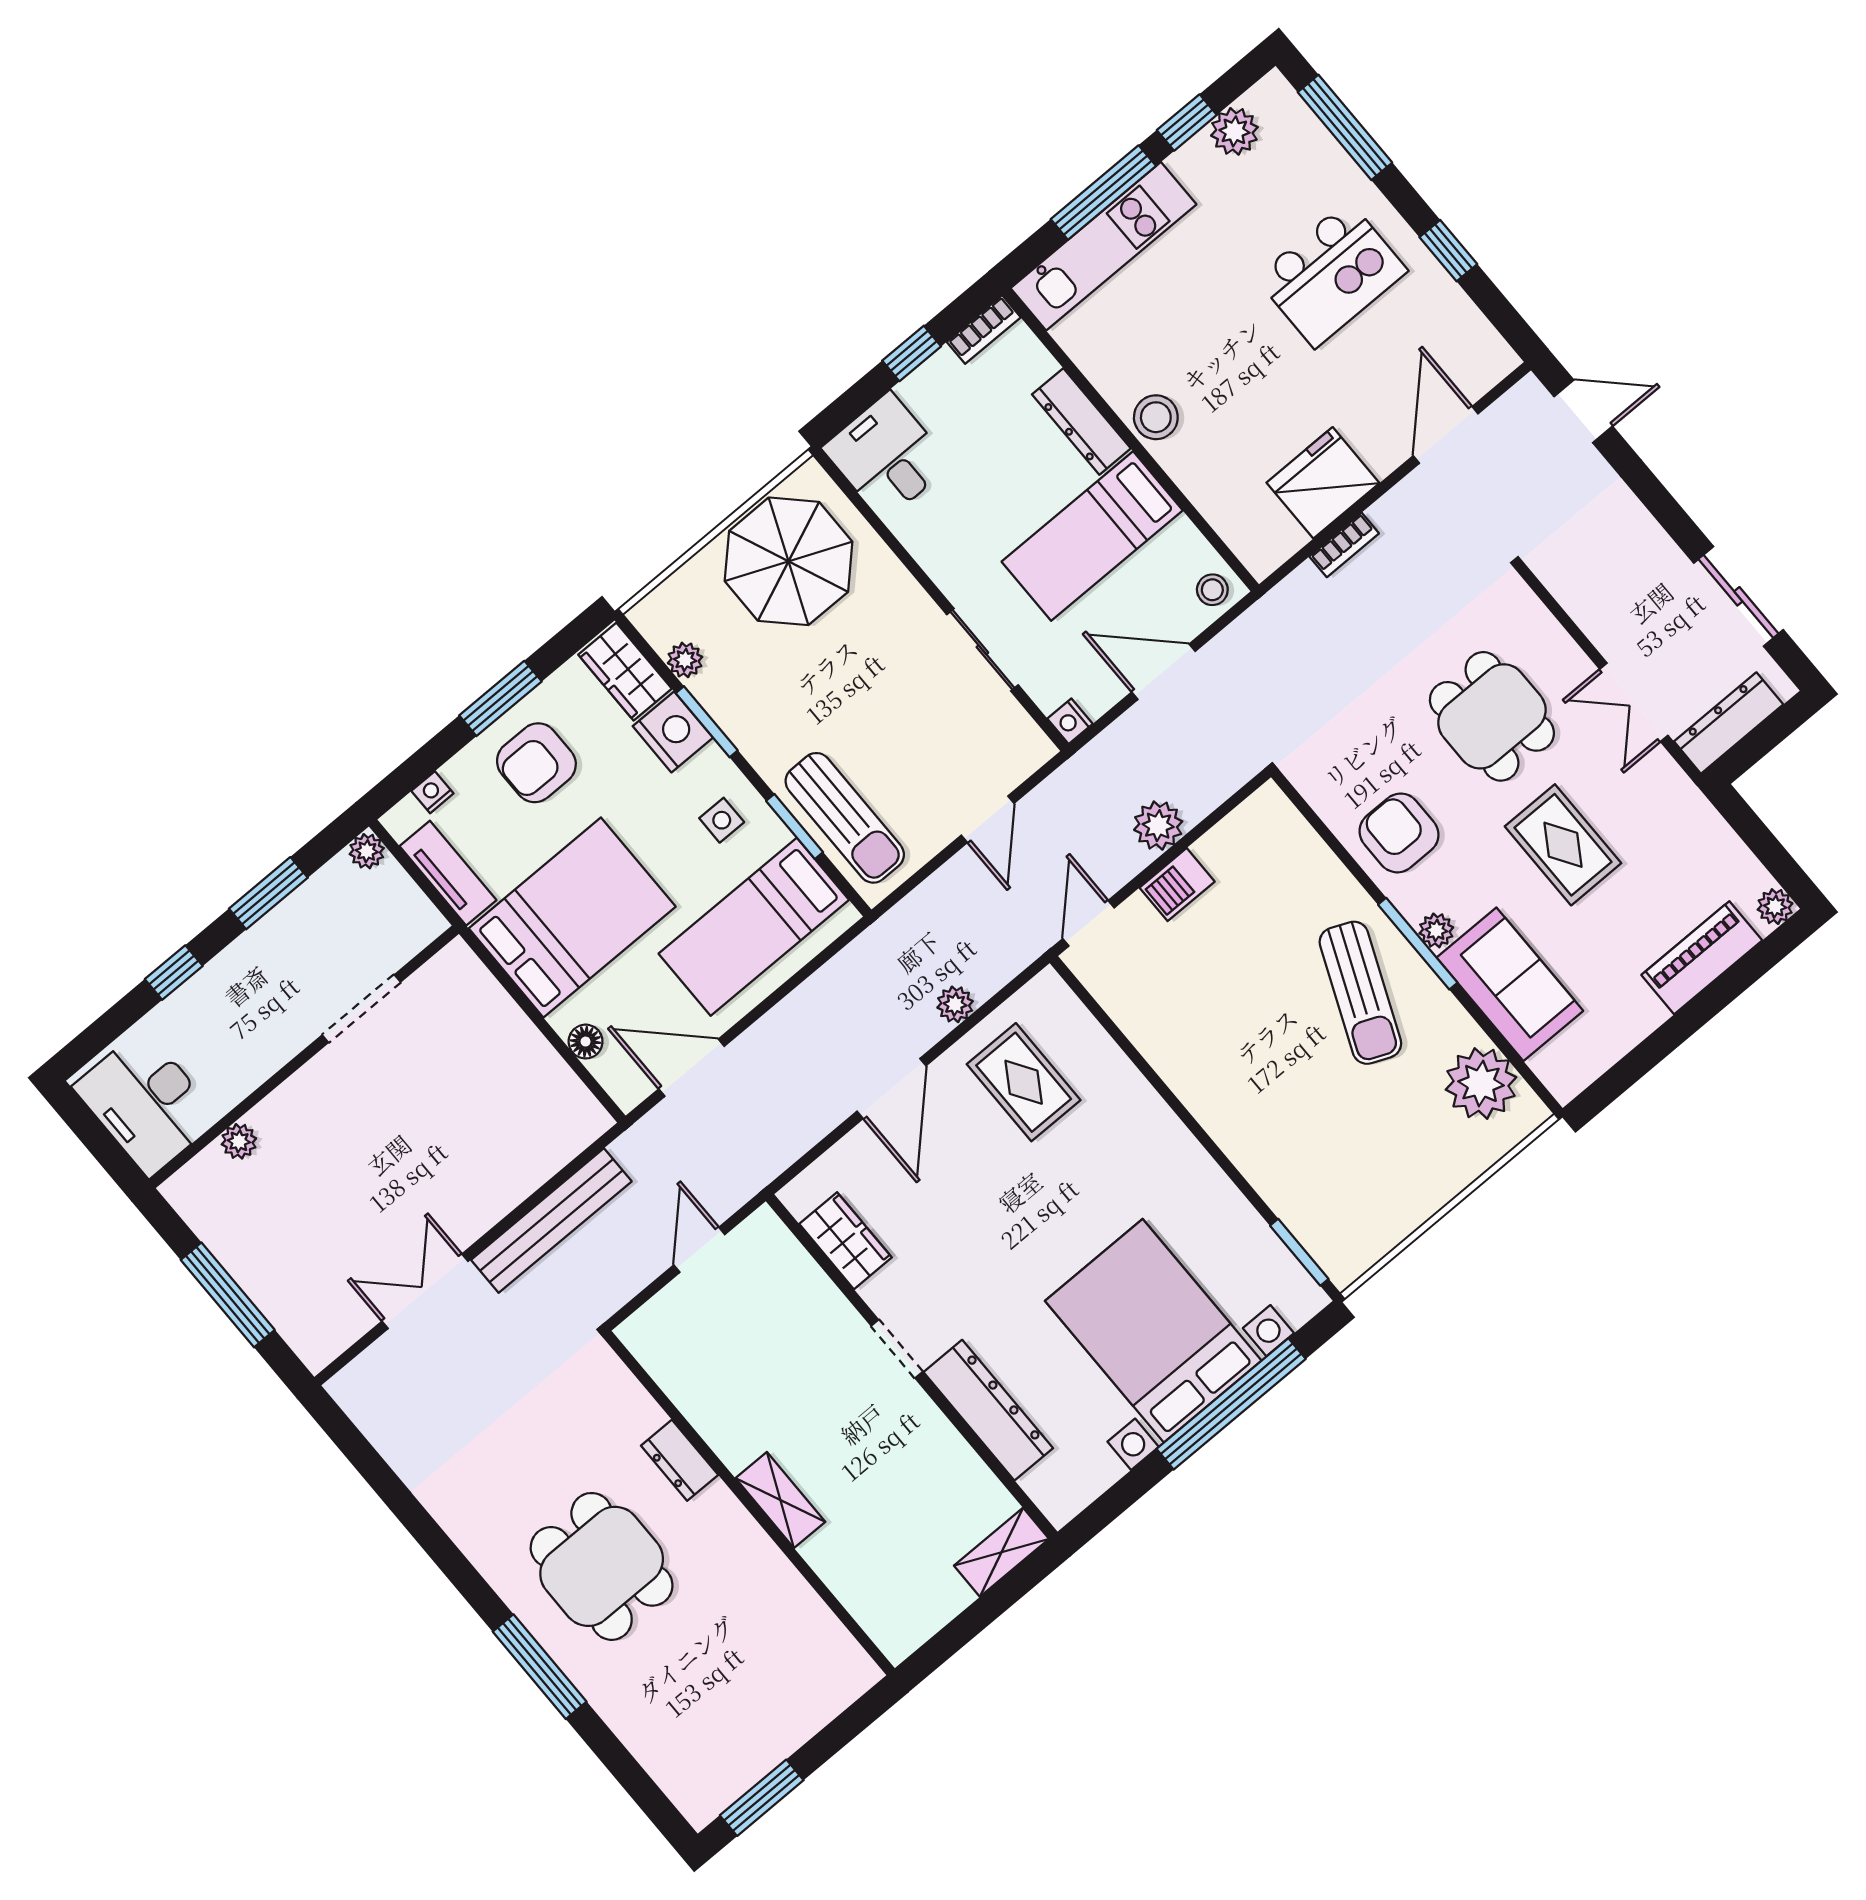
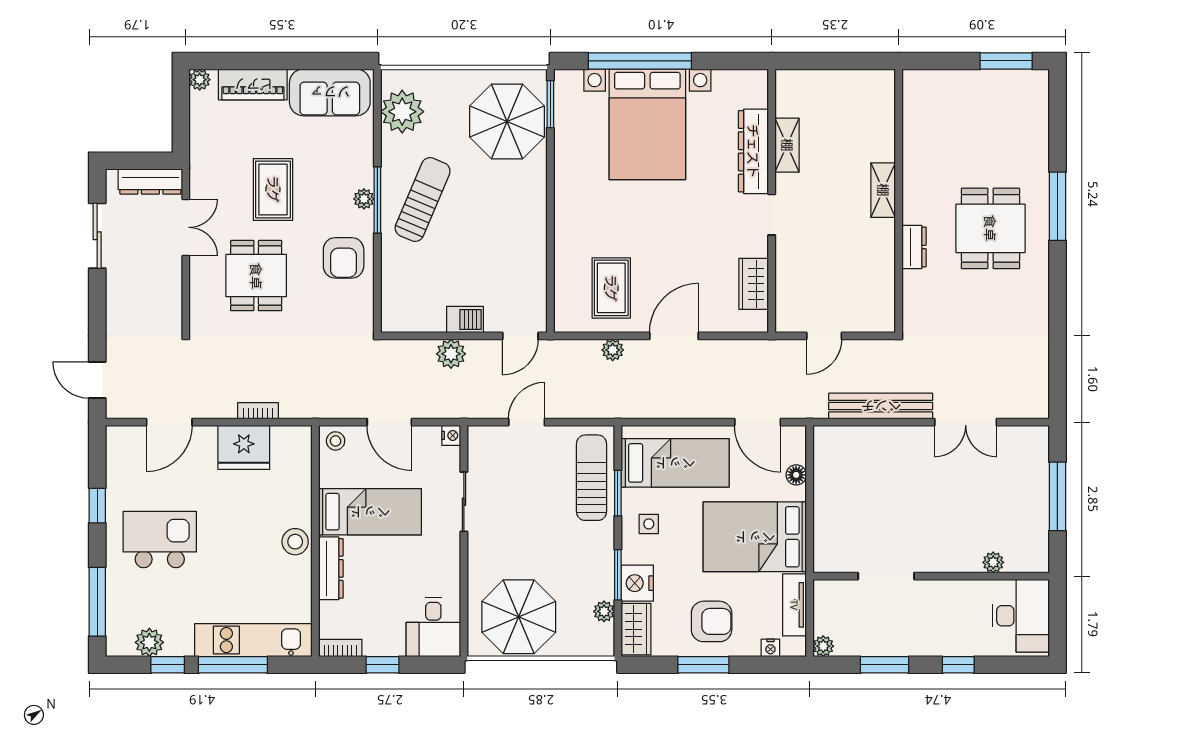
sofa: (1510, 984) -> (330, 92), moved, turned -90
parasol: (1336, 1183) -> (507, 121), added
shelving: (1002, 1552) -> (787, 145), moved, turned 90

